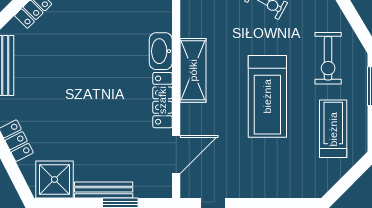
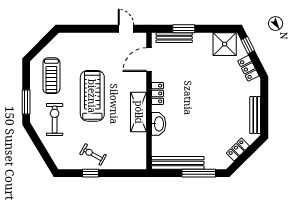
locker: (162, 100) -> (157, 93), width x0.66
window: (17, 178) -> (248, 45), added
bench: (104, 190) -> (174, 38), moved

